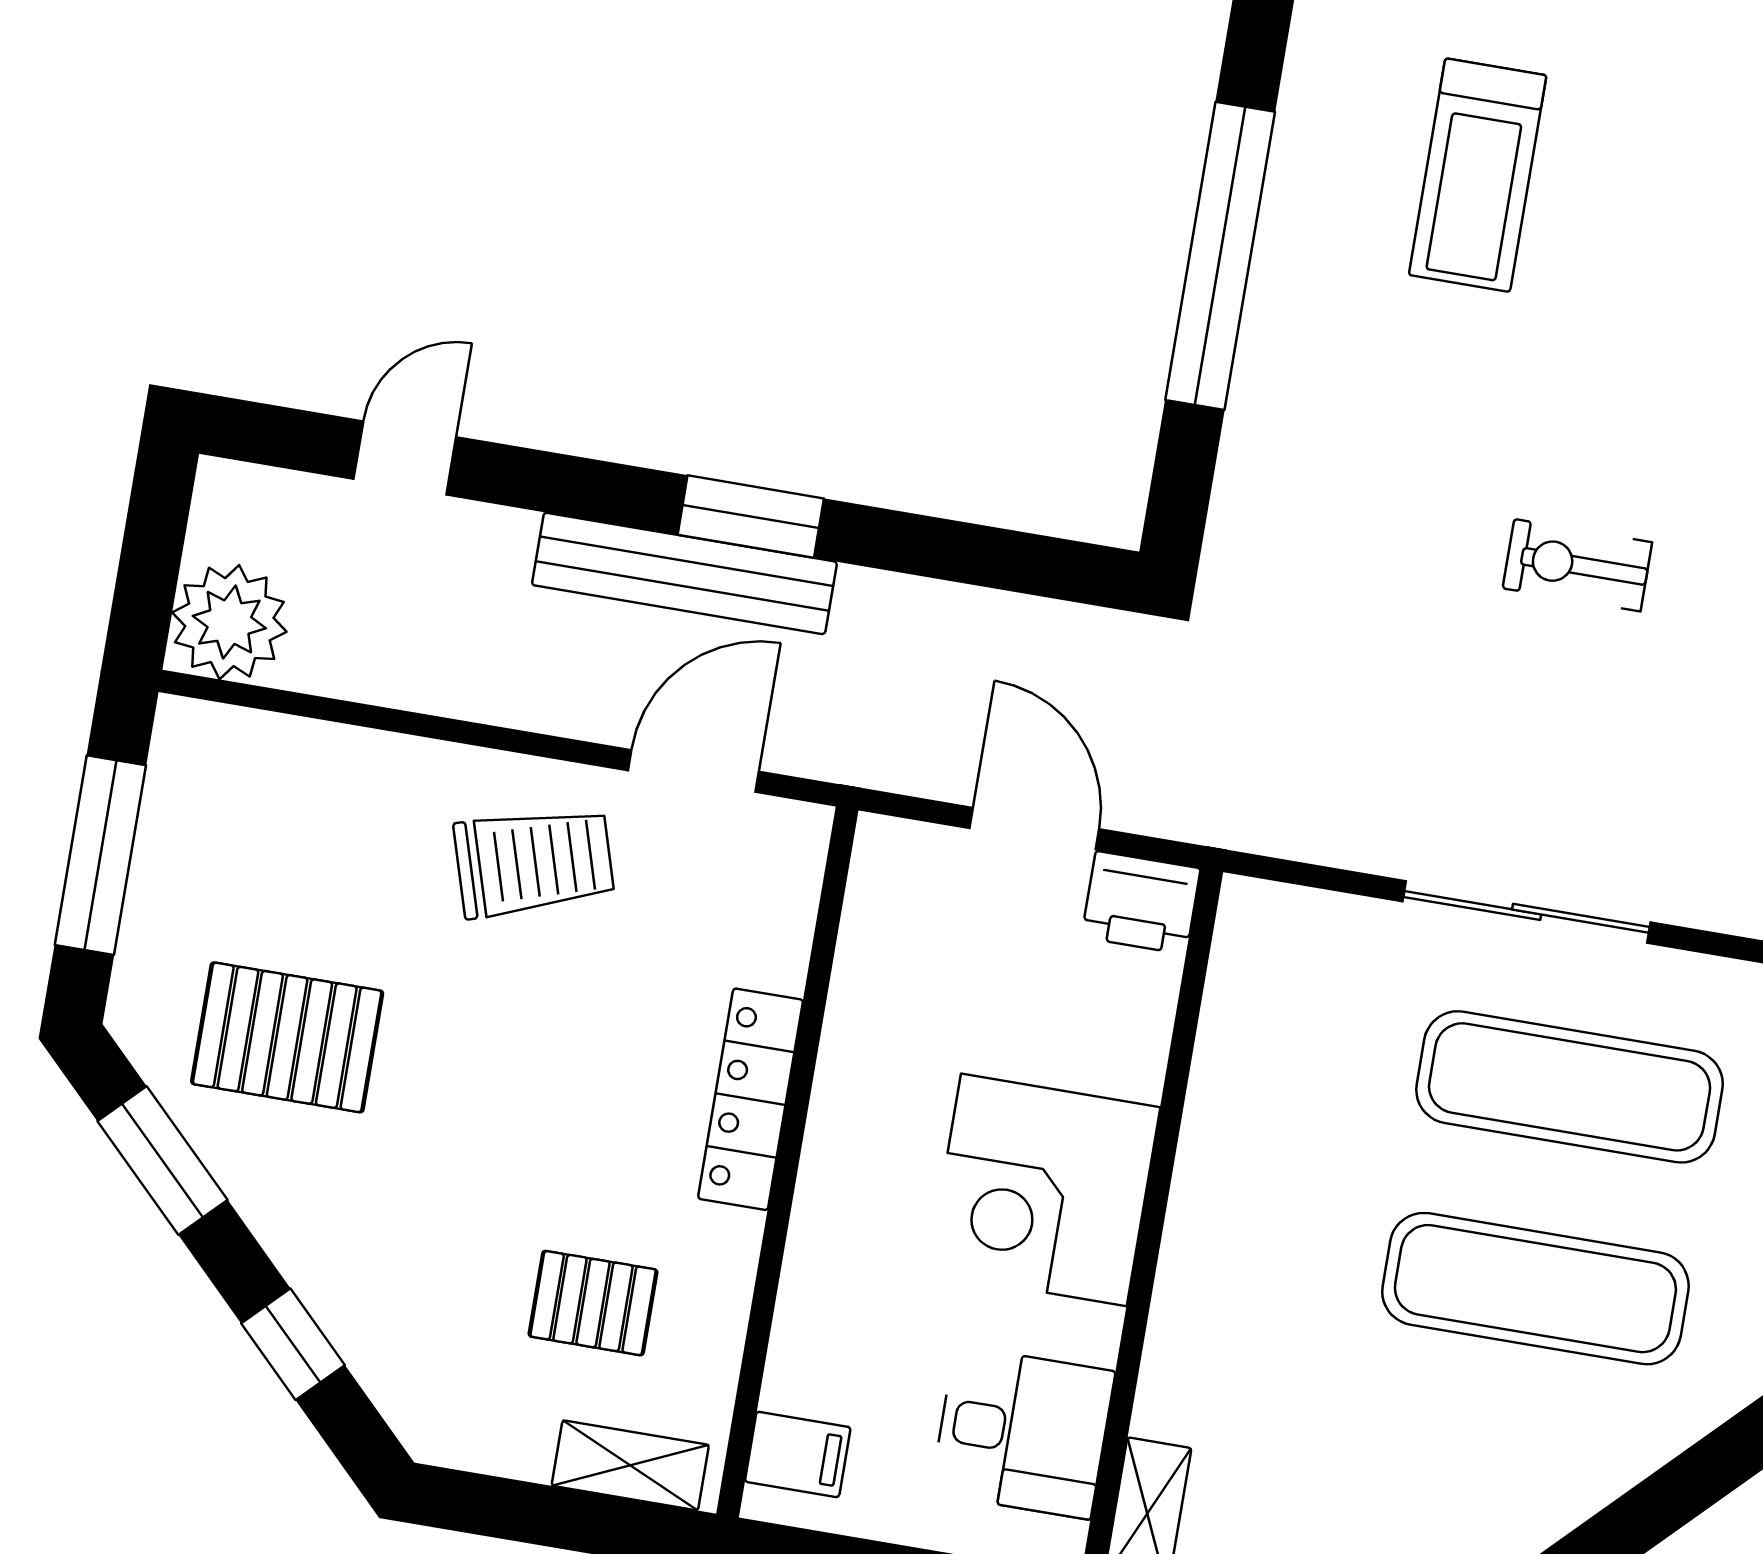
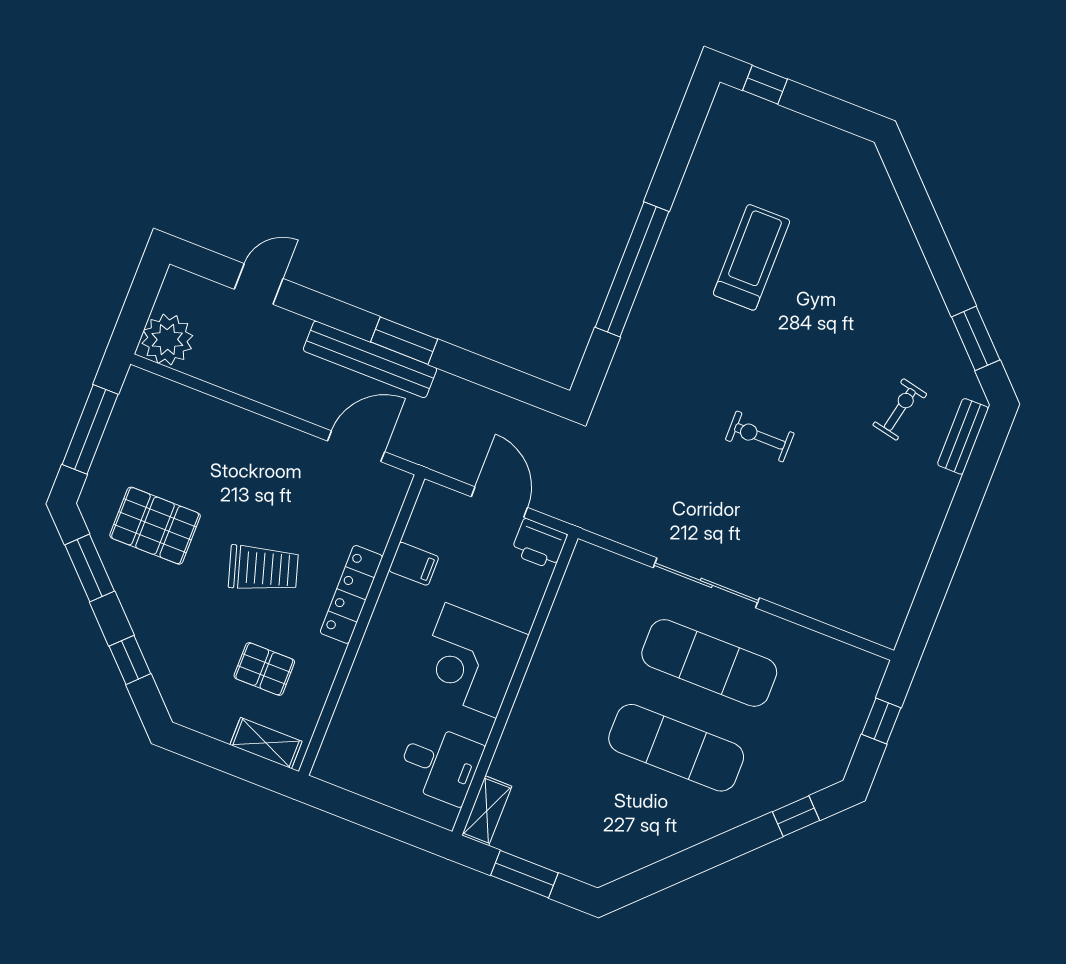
treadmill: (1478, 175) -> (751, 257), turned 180
trolley: (534, 862) -> (263, 568), moved
filing cabinet: (798, 1454) -> (414, 564), moved

